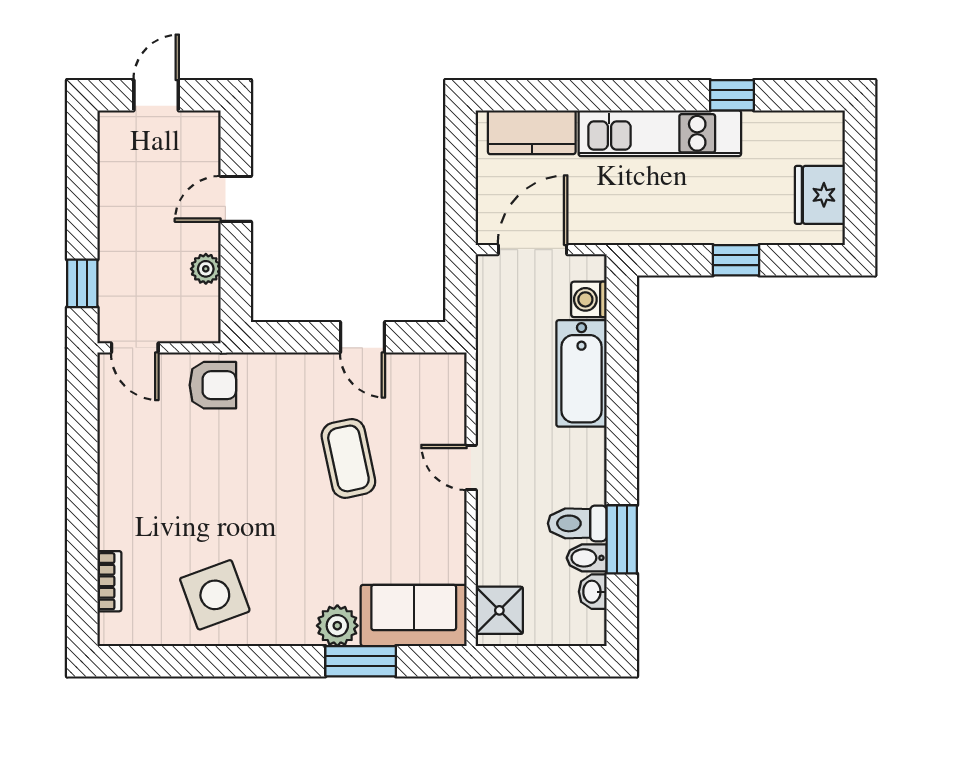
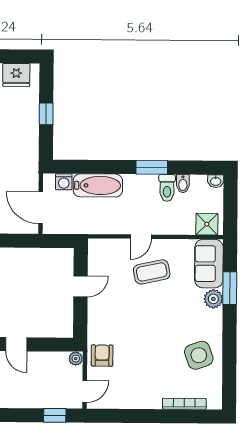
plant: (206, 269) -> (76, 359), moved
coffee table: (348, 458) -> (152, 272), moved
window: (622, 539) -> (152, 167), moved
bookcase: (109, 581) -> (184, 404), width x1.56
washbasin: (593, 592) -> (216, 181), moved

